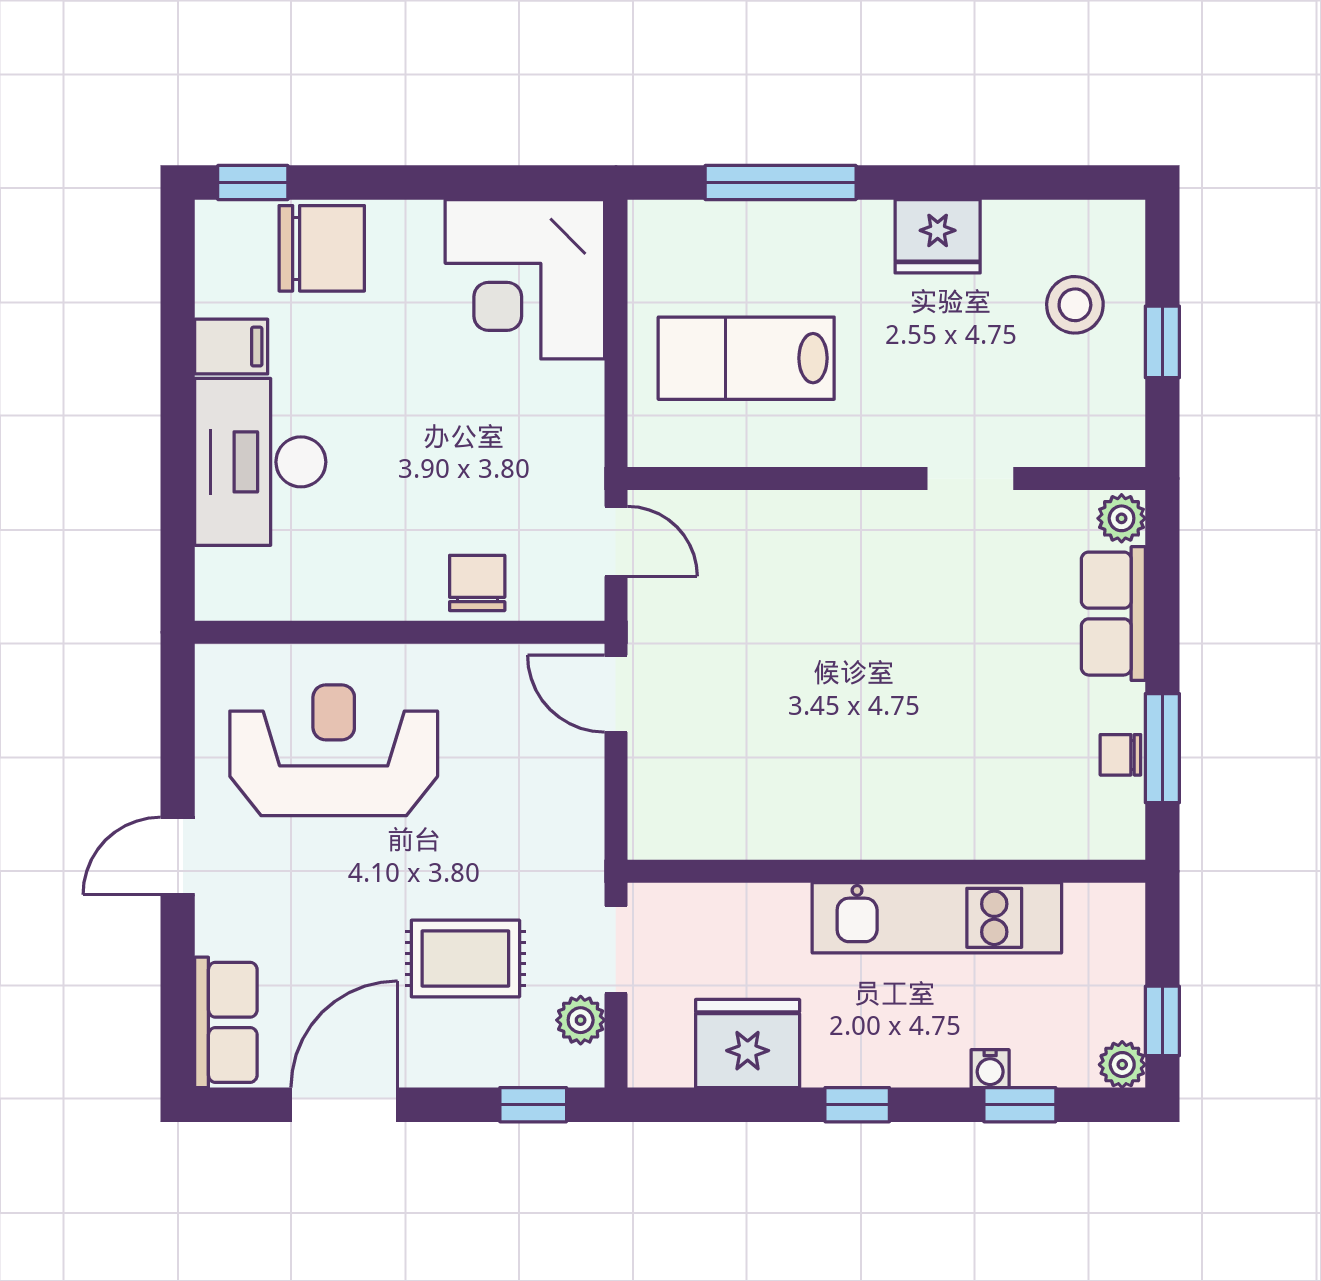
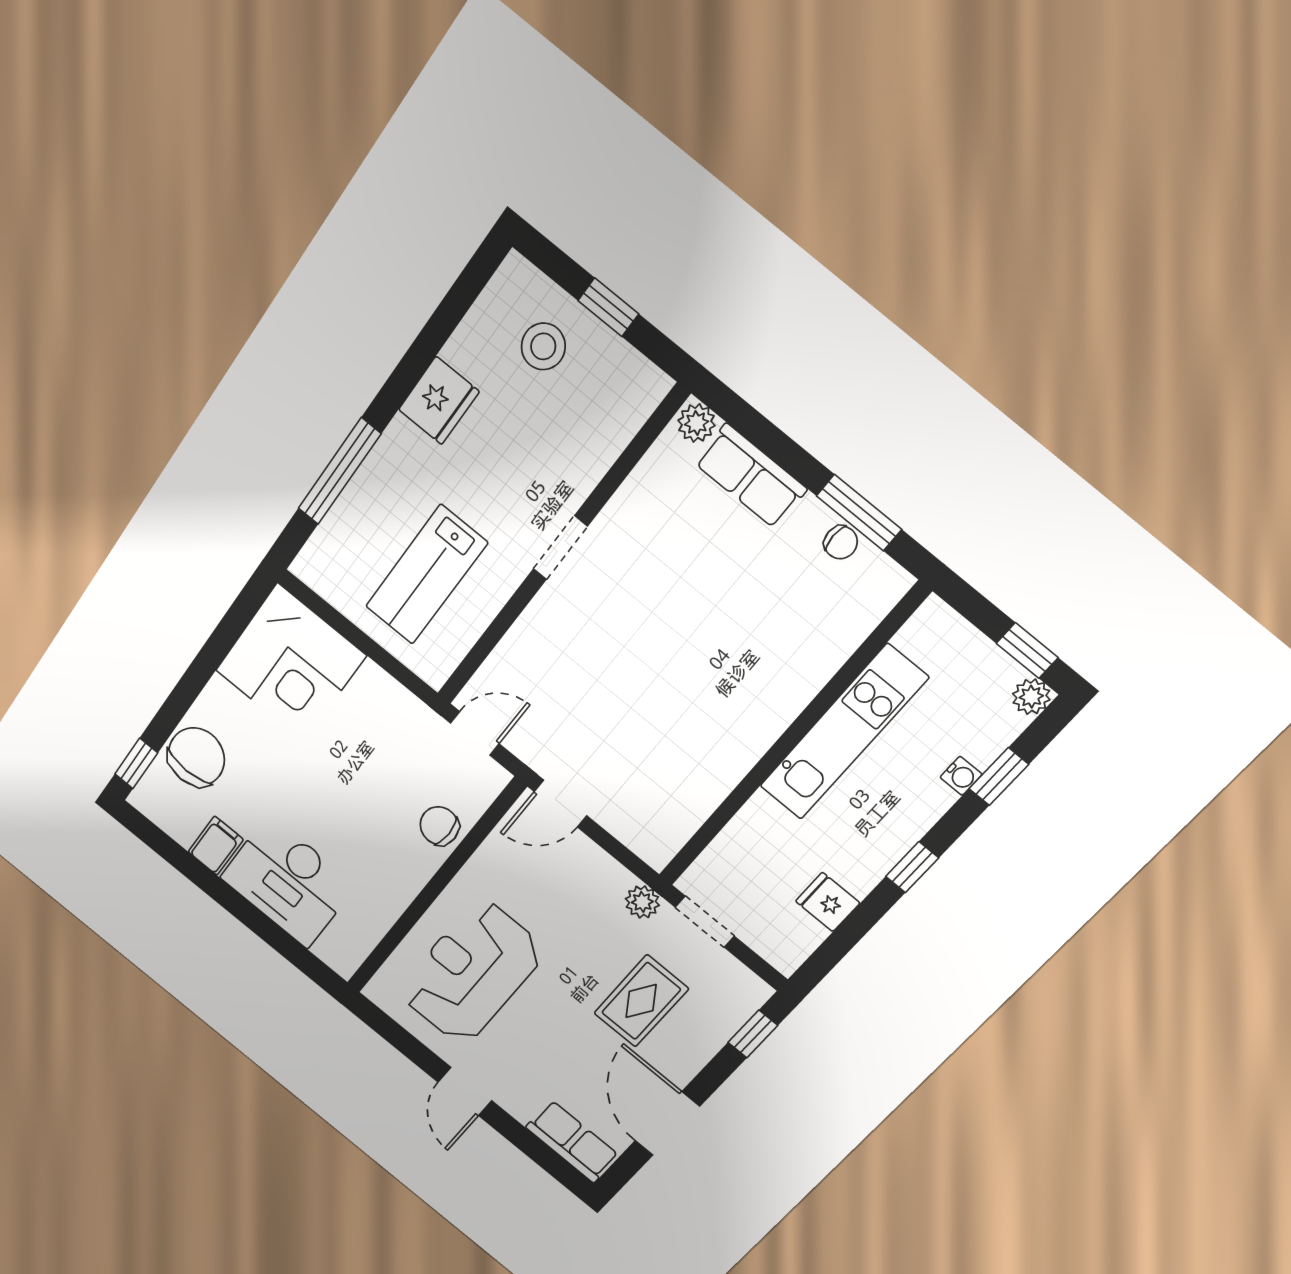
doorway: (970, 479) -> (560, 548), moved
chair: (1120, 755) -> (841, 542), turned -90
plant: (581, 1020) -> (642, 902), moved
fridge: (748, 1044) -> (828, 902), width x0.53, depth x0.75

